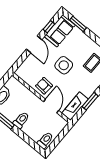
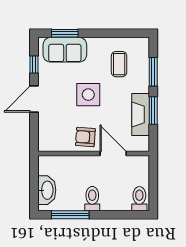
sofa: (60, 31) -> (65, 50), moved, turned 90
door: (34, 44) -> (34, 99), swing flipped
fireplace: (75, 106) -> (141, 114), moved

